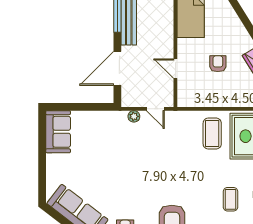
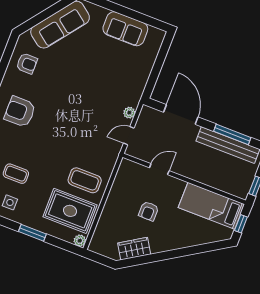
armchair: (218, 64) -> (149, 211), turned 90
sofa: (58, 132) -> (125, 29), moved

